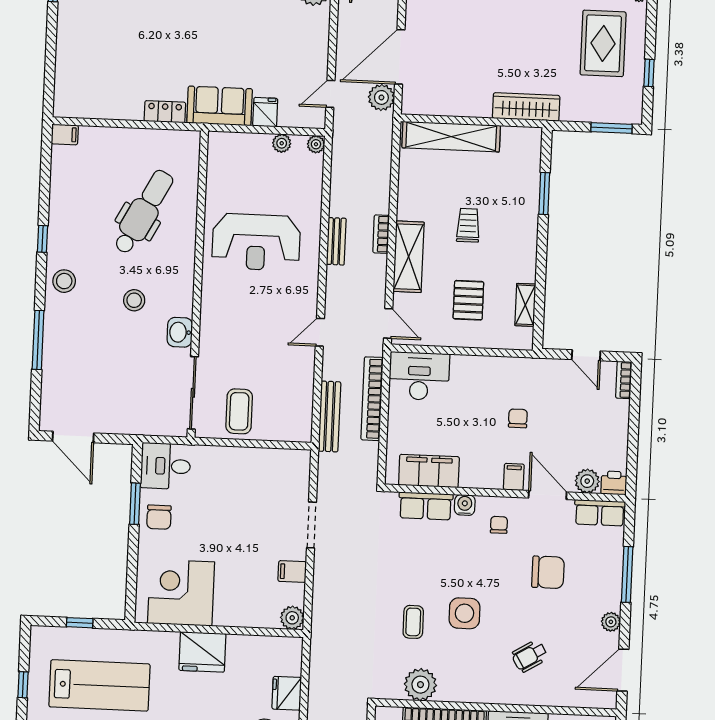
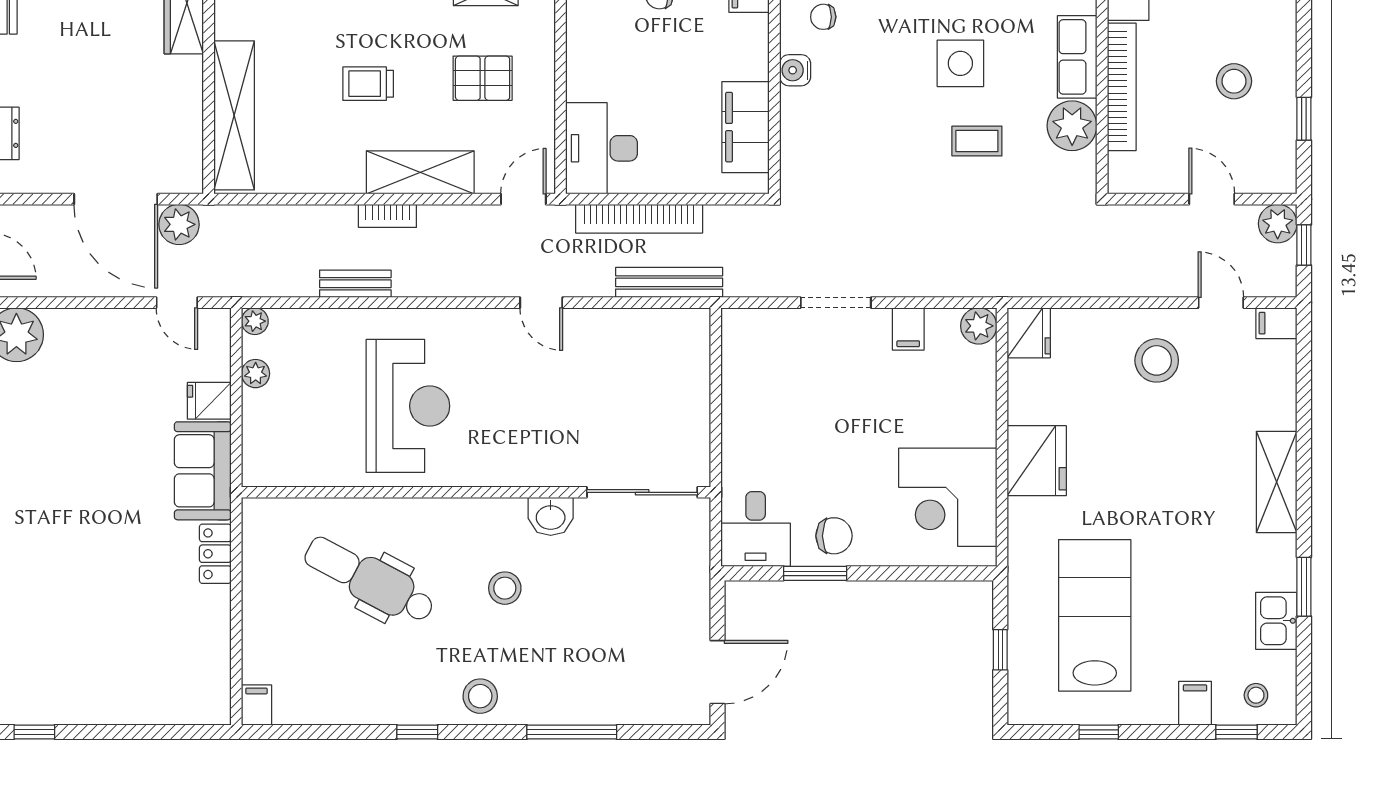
bench: (336, 241) -> (355, 284), moved
coffee table: (239, 411) -> (667, 421), removed
row of seats: (426, 506) -> (1077, 57), moved, turned 180
fridge: (287, 693) -> (1029, 333), moved, turned -90

